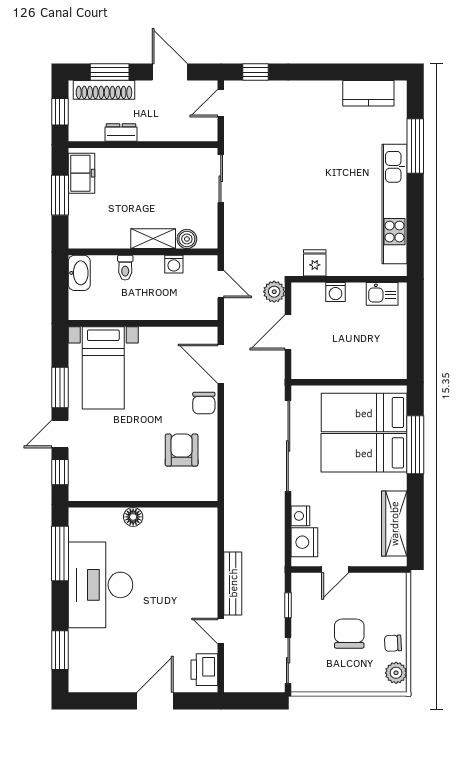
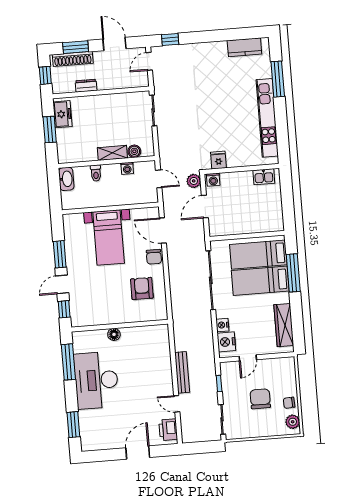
washing machine: (336, 292) -> (213, 180), moved
bed with nightstands: (103, 368) -> (109, 238), moved

